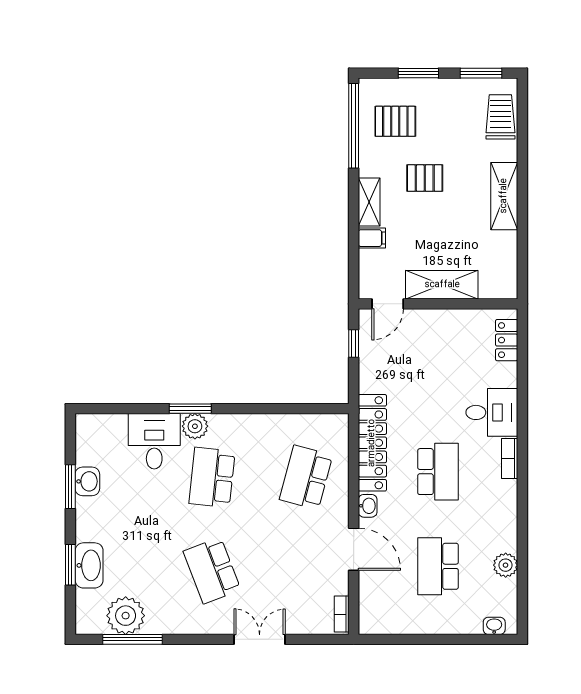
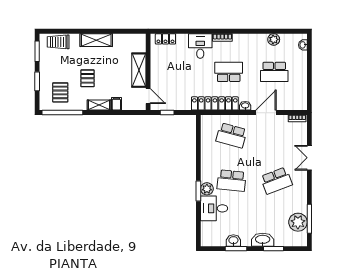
washbasin: (89, 565) -> (263, 240), moved

